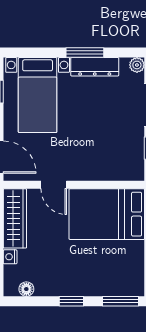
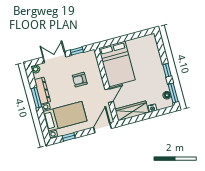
armchair: (97, 139) -> (80, 80), added
window: (121, 301) -> (173, 93), moved

